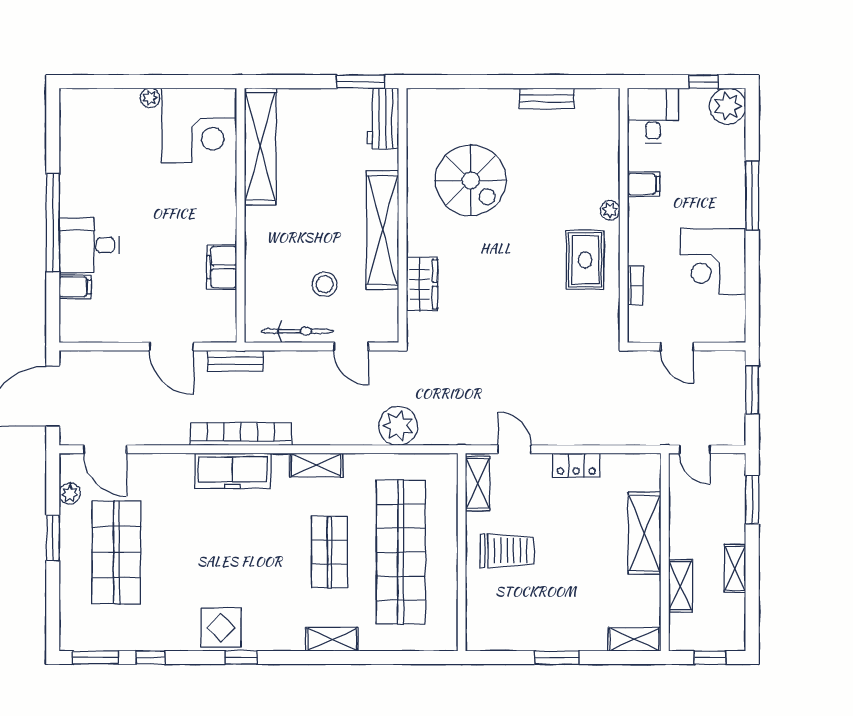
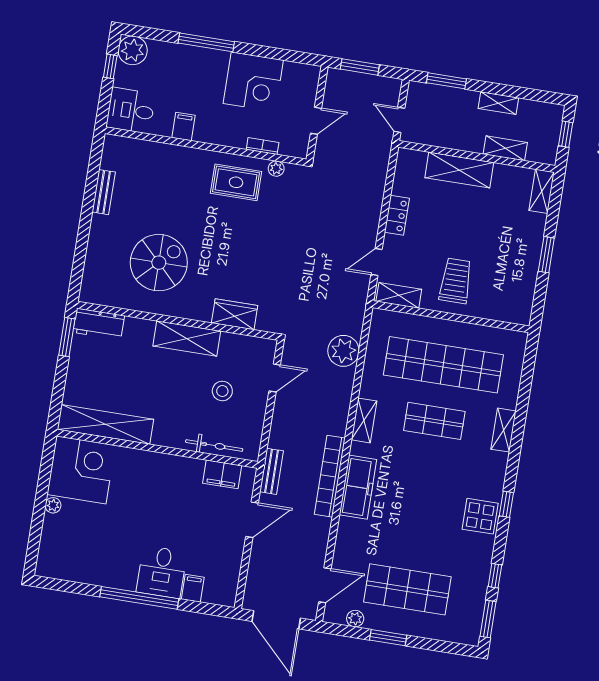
plant: (610, 210) -> (276, 169), moved
shelving: (382, 230) -> (187, 339), width x0.68
filing cabinet: (222, 267) -> (222, 474), moved
bicycle: (297, 331) -> (214, 446), moved, turned 90
door: (695, 449) -> (399, 120), swing flipped

